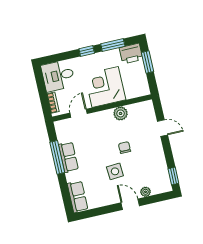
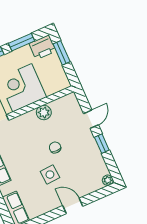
door: (163, 128) -> (91, 119), hinge flipped
window: (173, 176) -> (102, 144), moved
plant: (146, 192) -> (108, 180), moved

